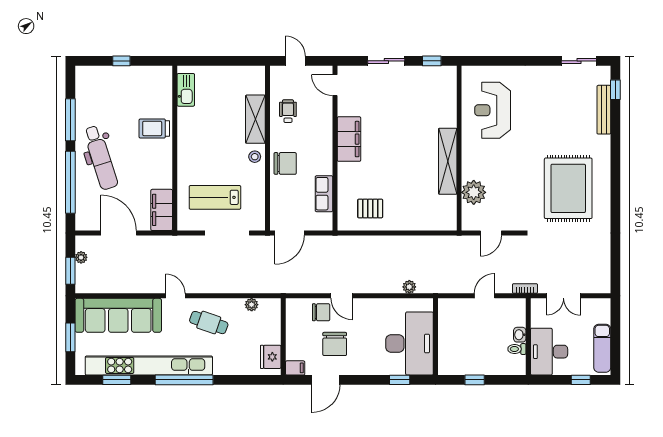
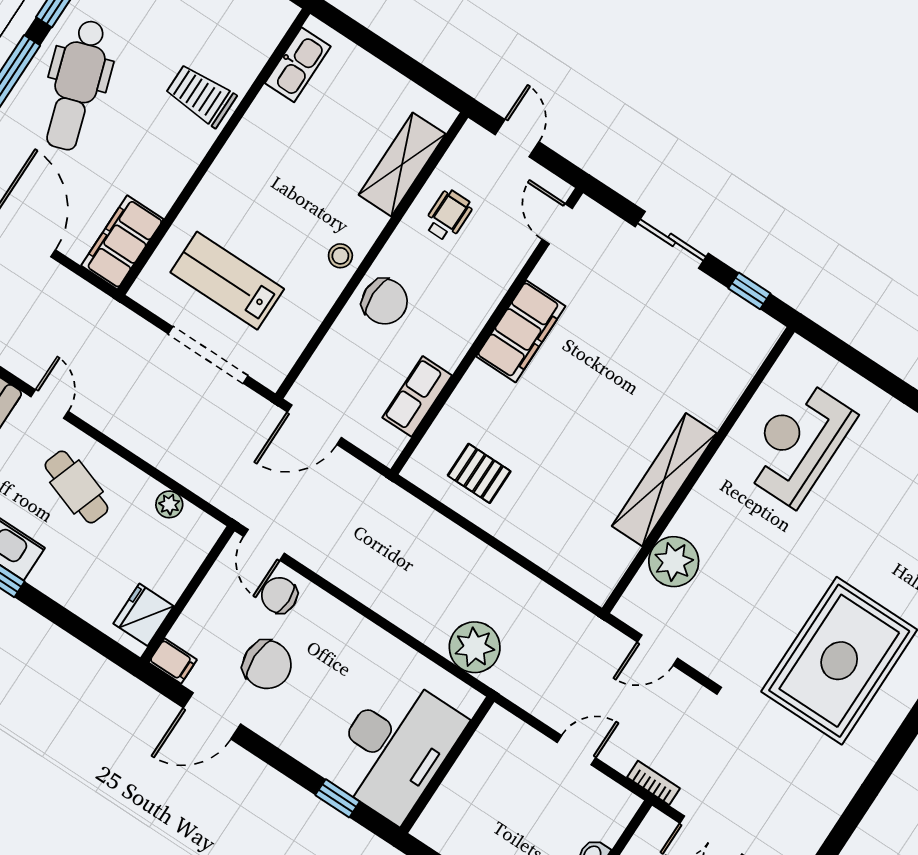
shelving: (255, 119) -> (402, 164), moved
plant: (409, 287) -> (475, 647), width x1.87, depth x1.87
door: (342, 296) -> (264, 545), moved
chair: (321, 312) -> (279, 595), turned 180
chair: (335, 344) -> (267, 665), turned -90

